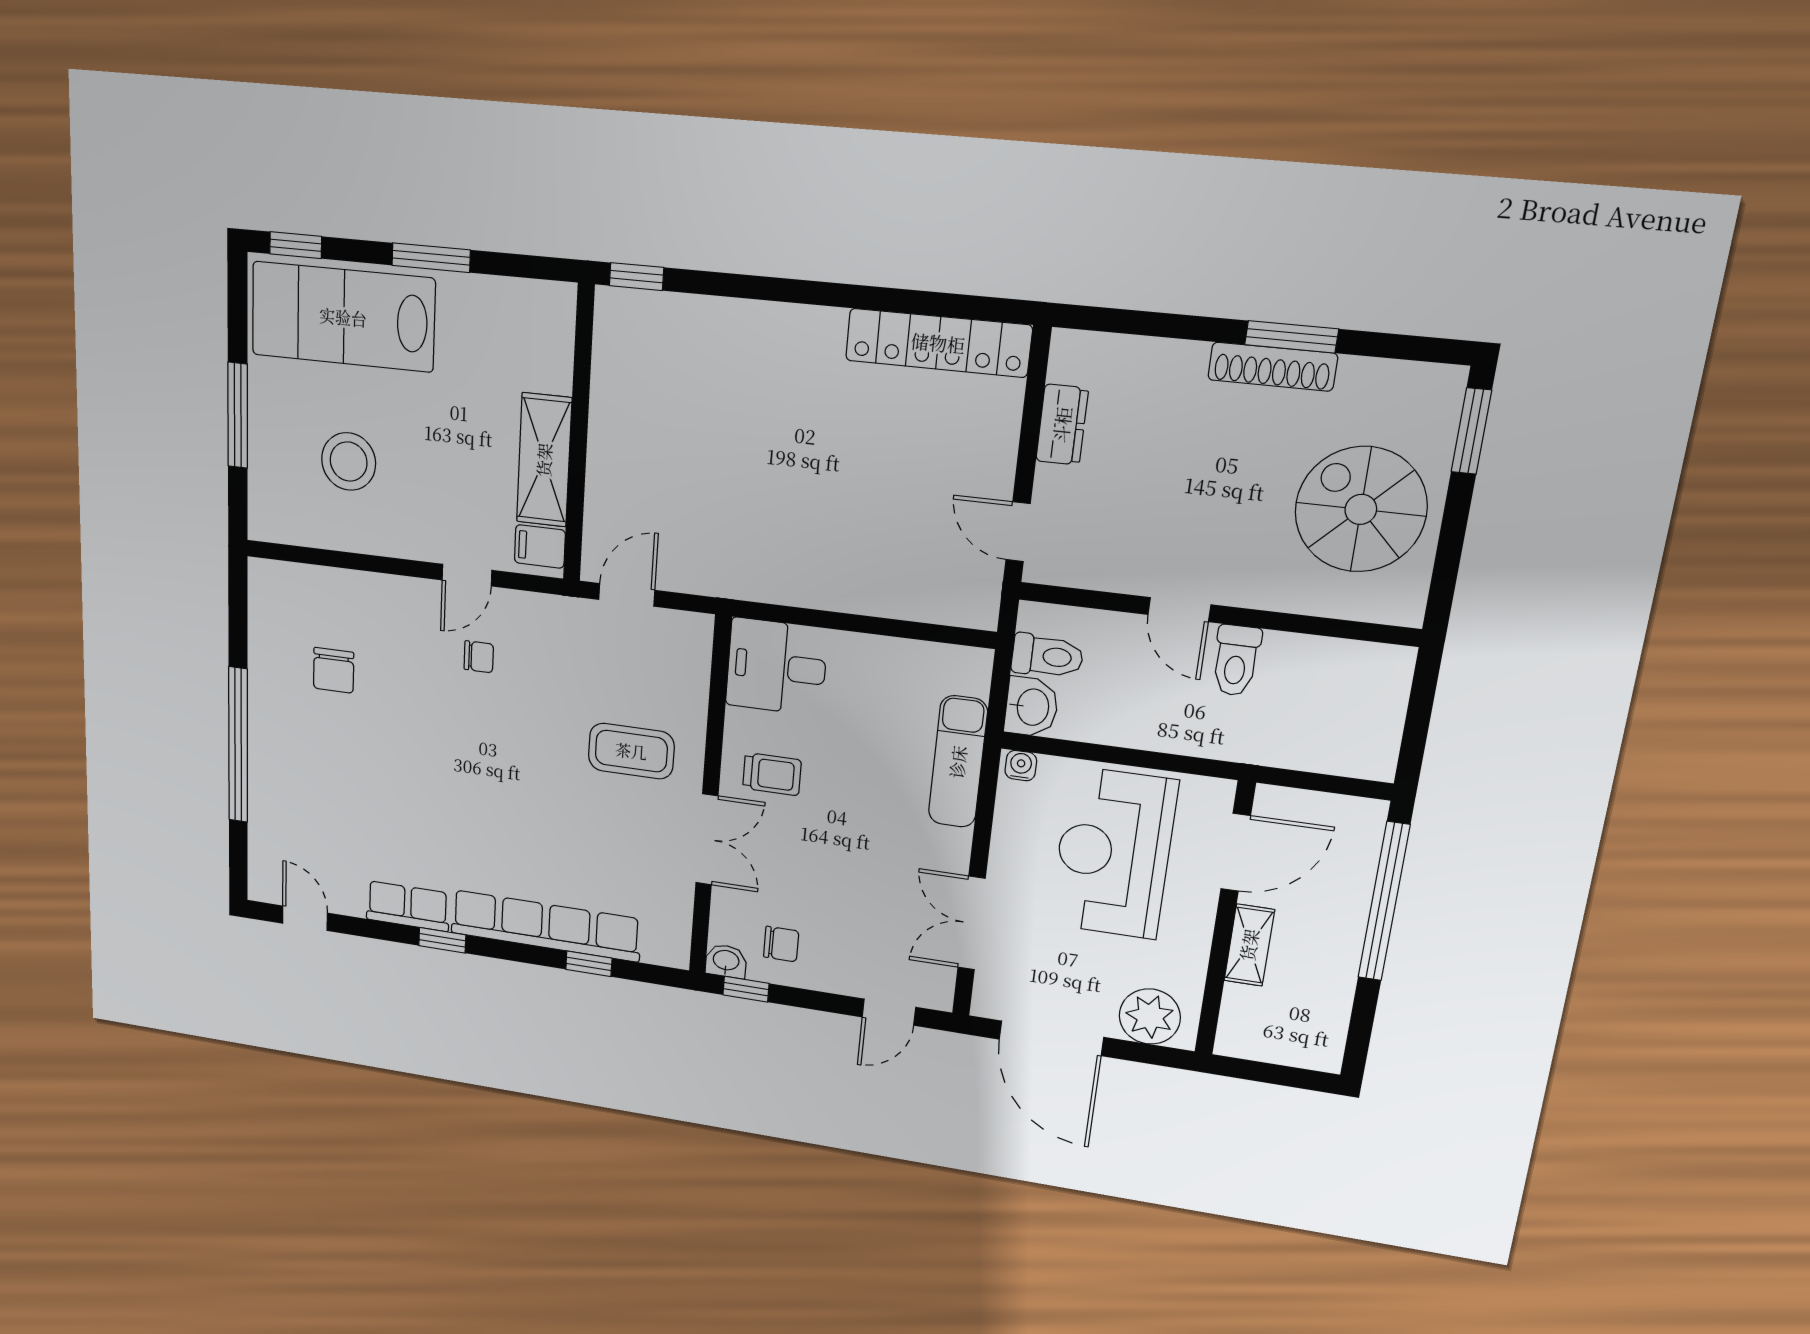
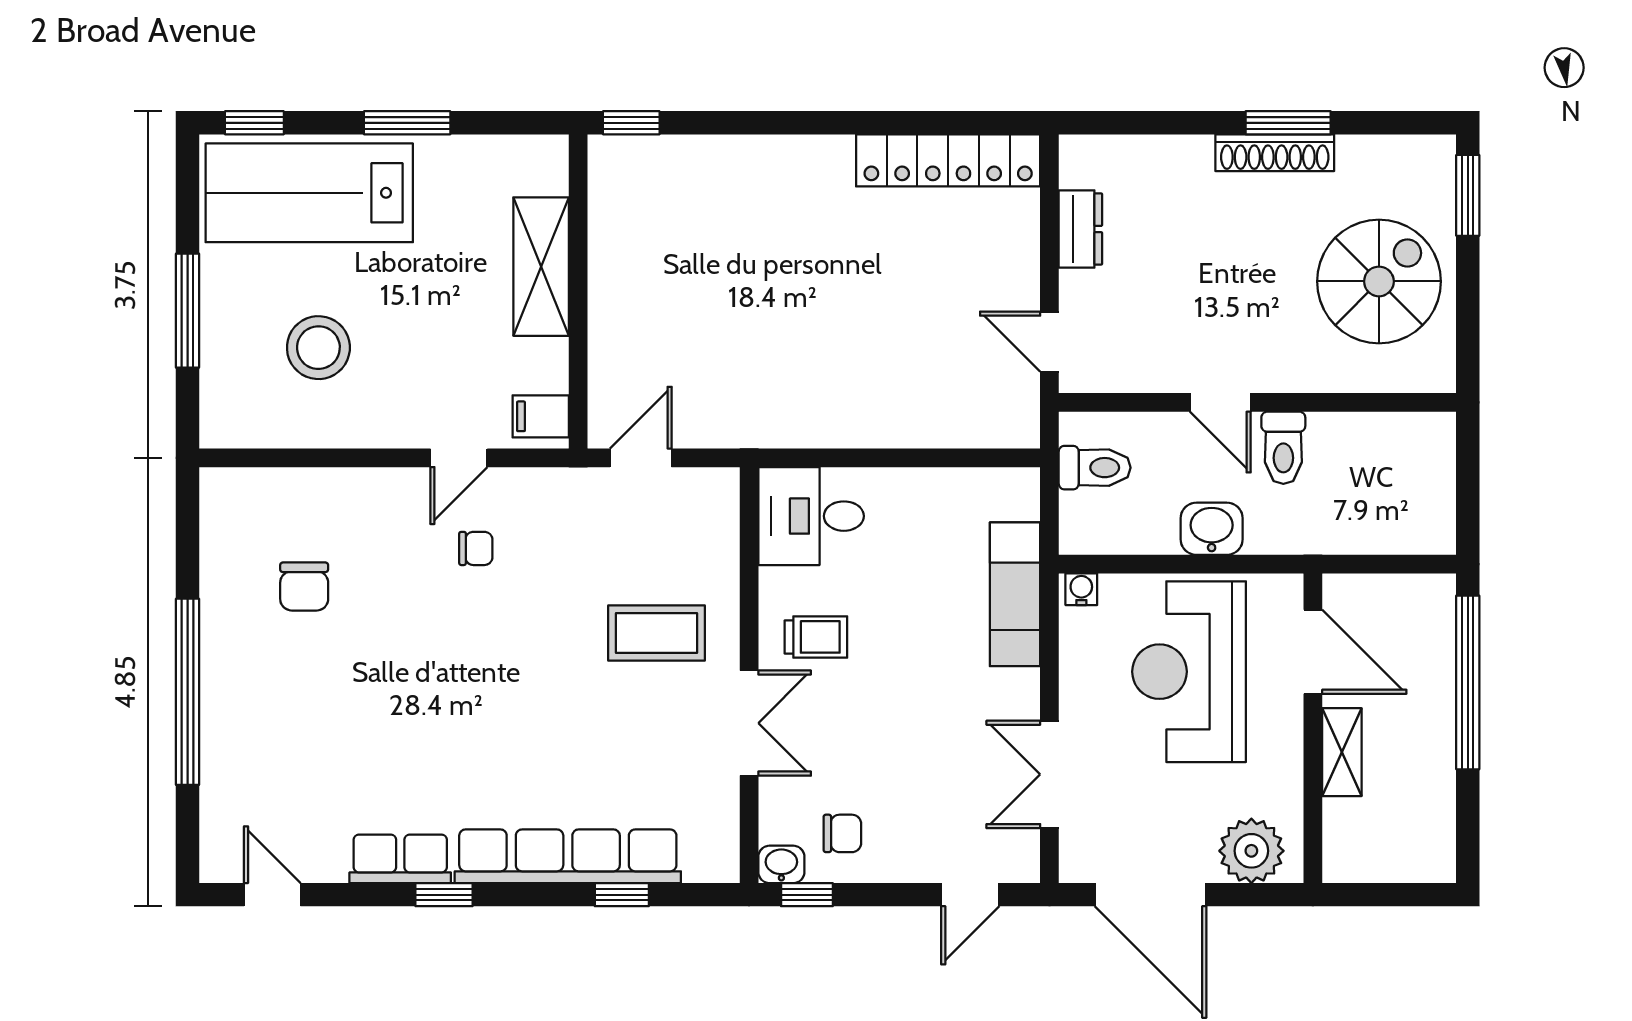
shelving: (544, 460) -> (541, 267), moved
spiral stairs: (1361, 509) -> (1379, 281), turned 90
washbasin: (1031, 707) -> (1212, 529), moved, turned -90
door: (1236, 852) -> (1313, 652), hinge flipped

